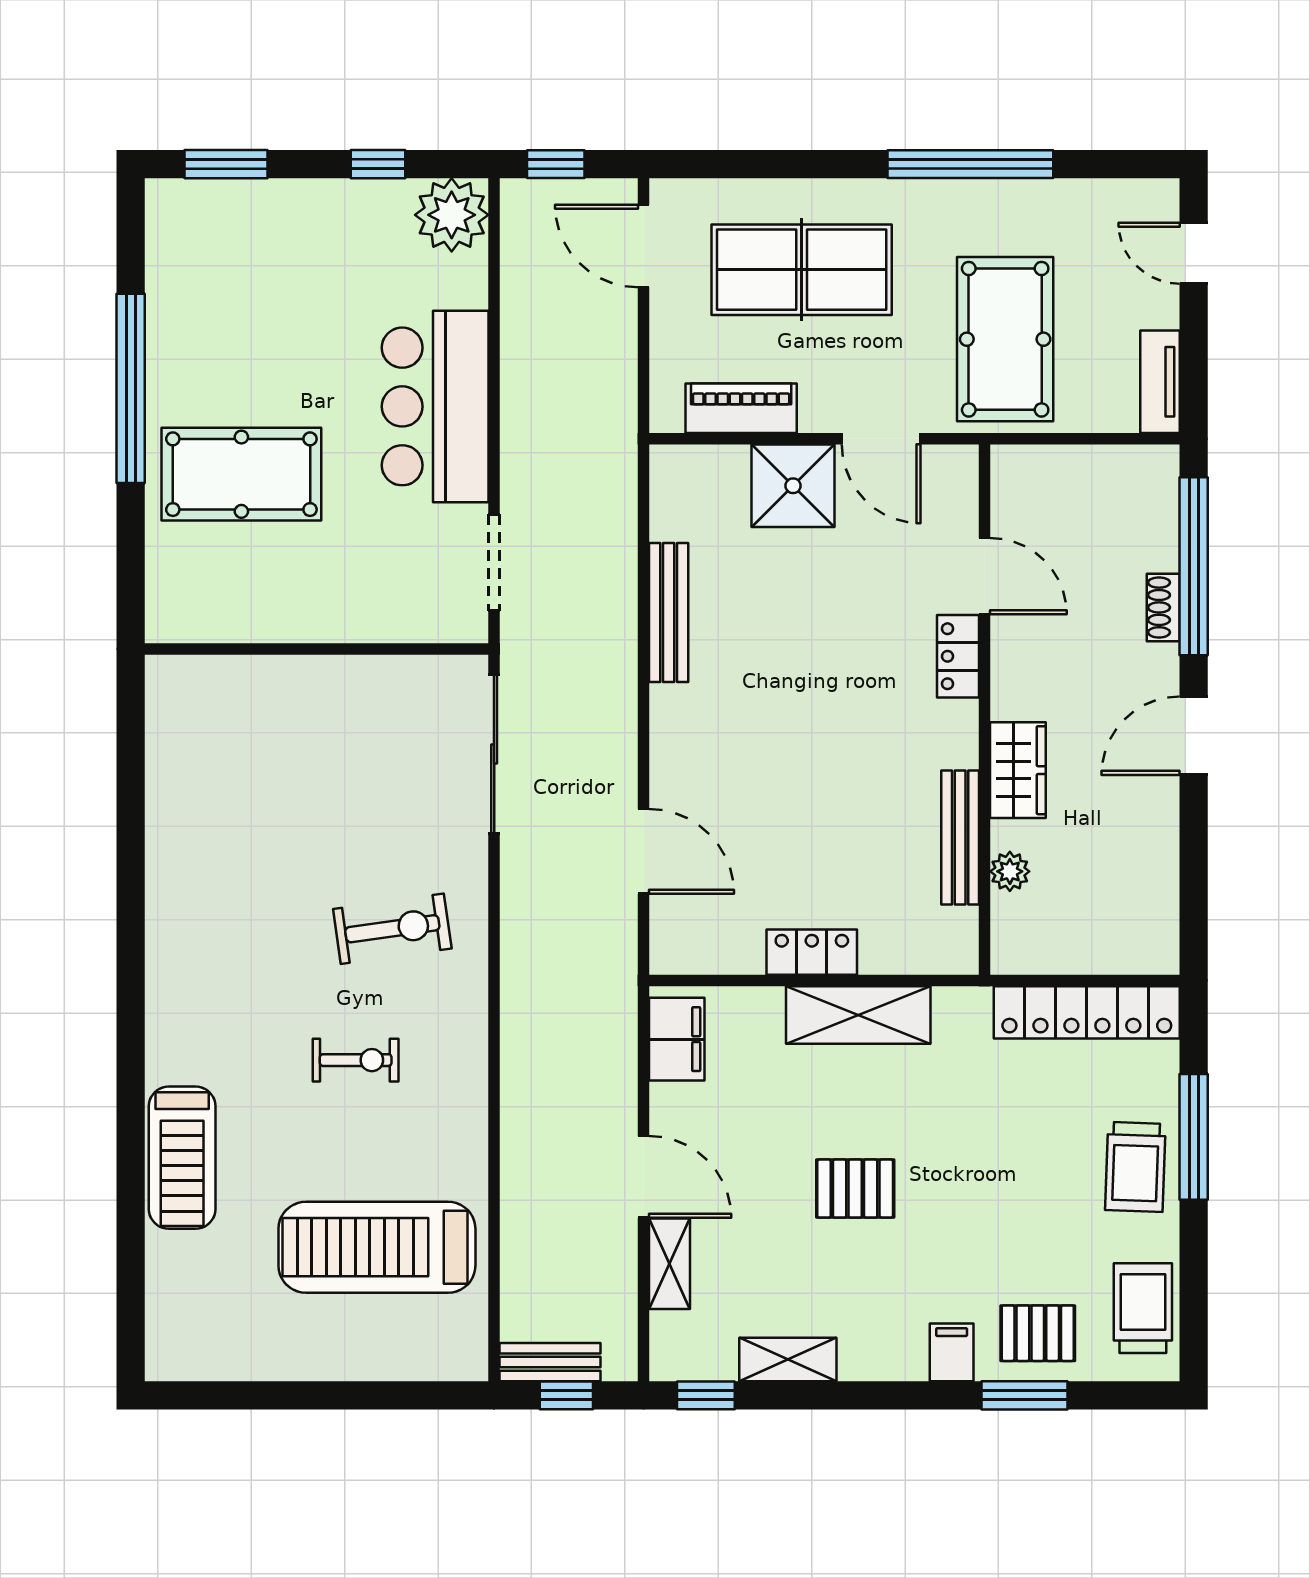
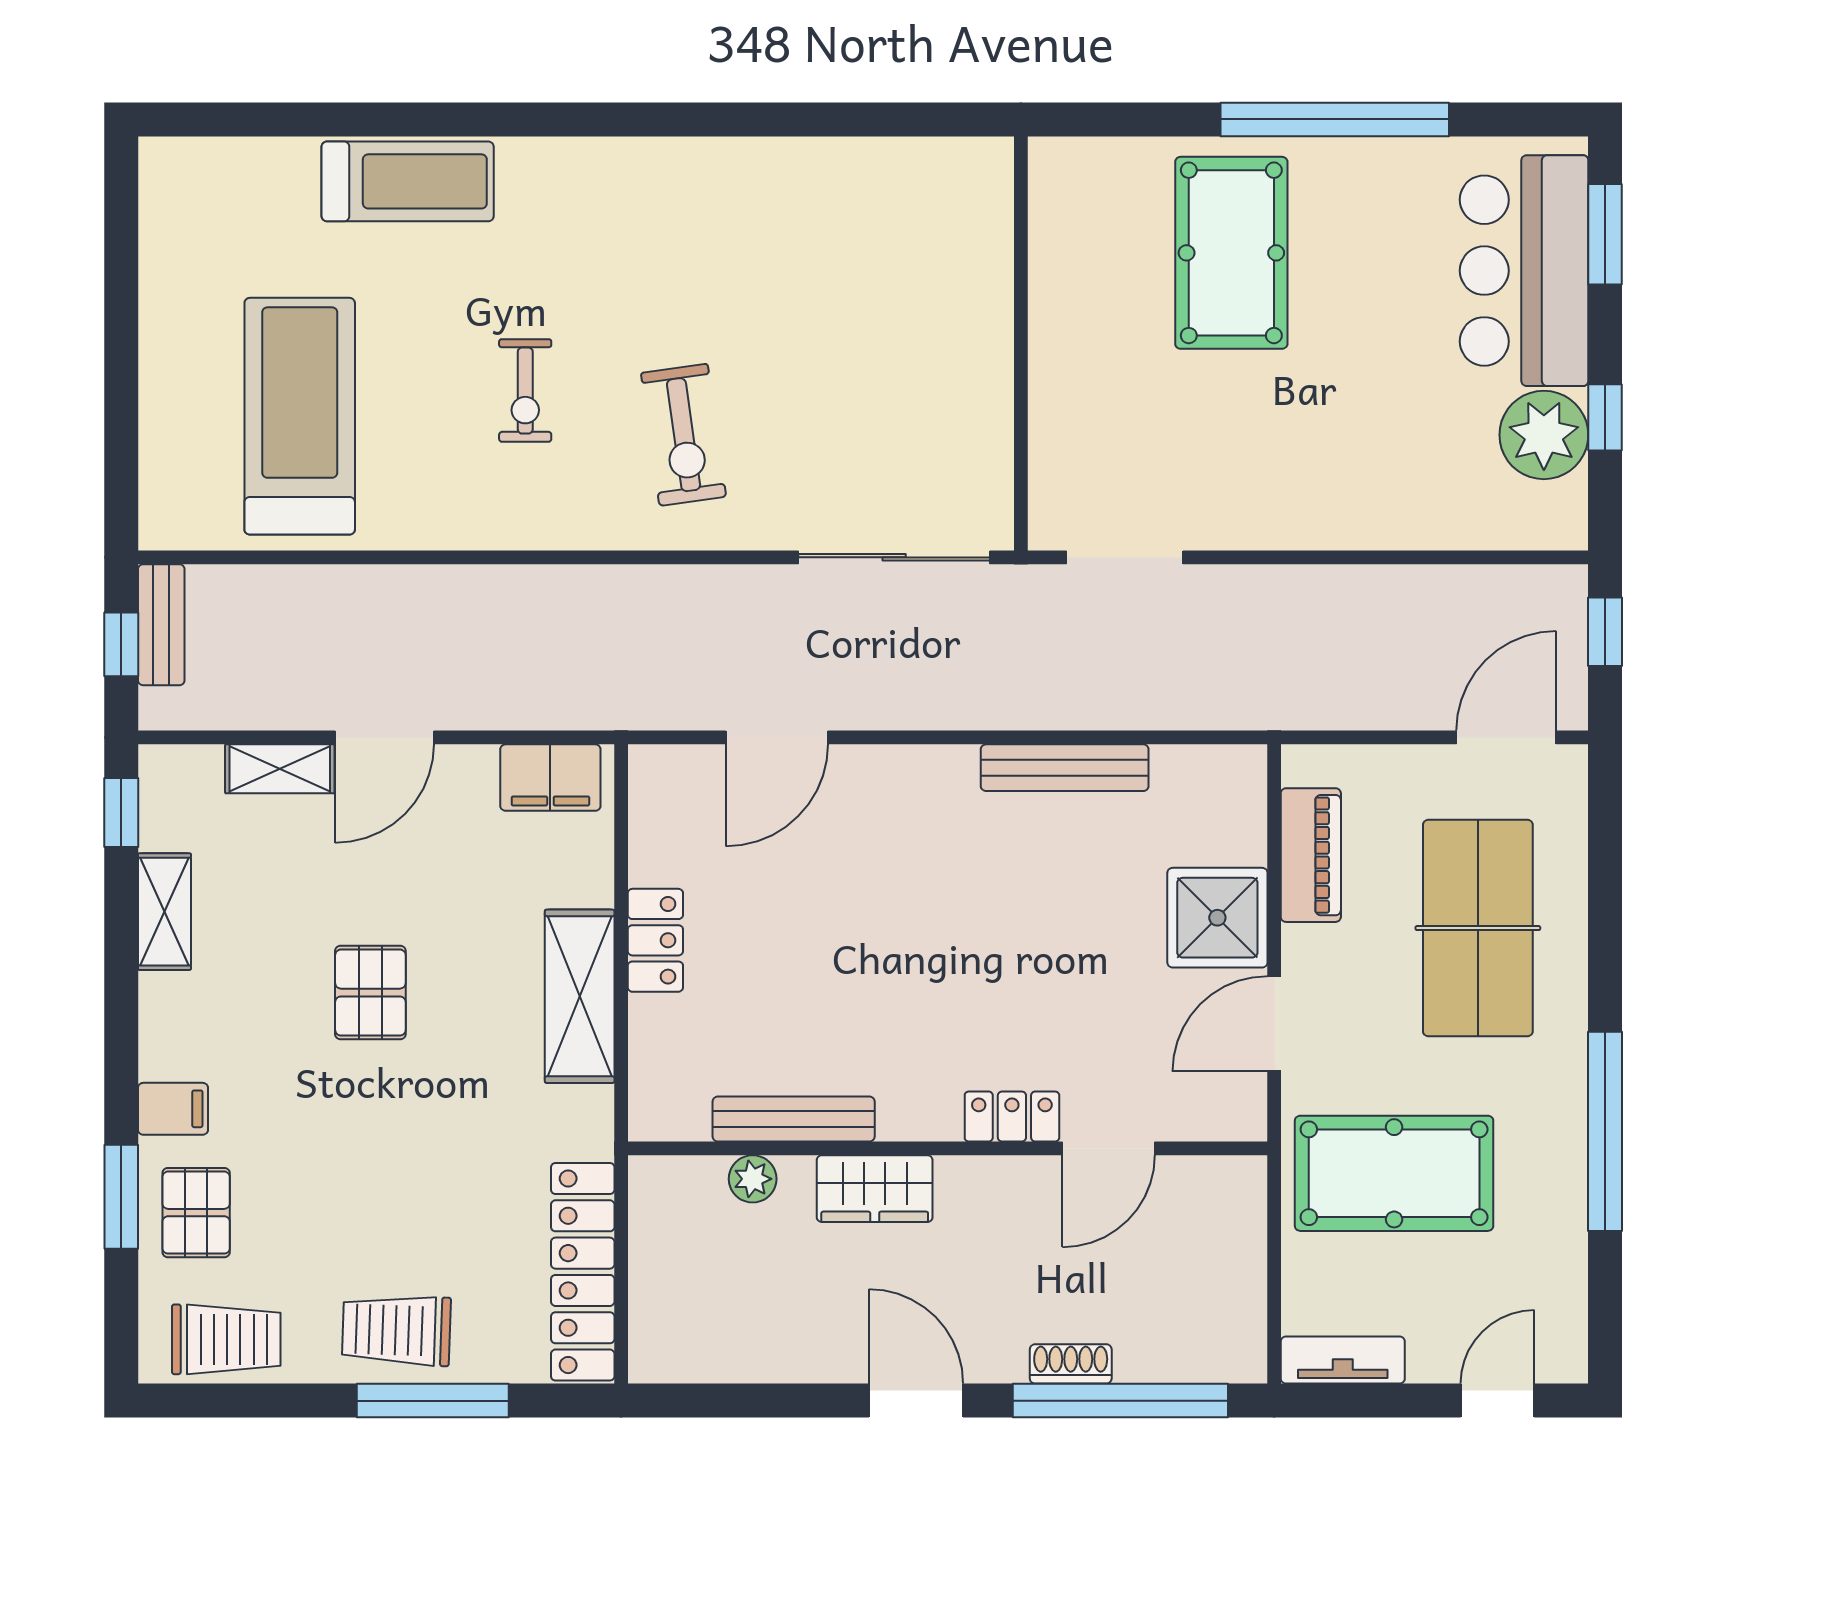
plant: (452, 215) -> (1544, 435), moved
bar counter: (435, 406) -> (1524, 271), moved, turned -90
treadmill: (182, 1158) -> (408, 181), turned 180

